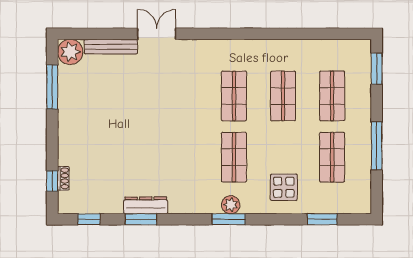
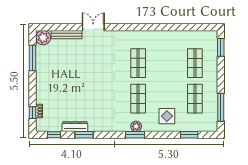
shop shelf: (283, 96) -> (166, 63), removed
window: (377, 146) -> (221, 107), moved
dresser: (146, 205) -> (75, 127), moved

